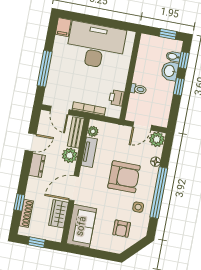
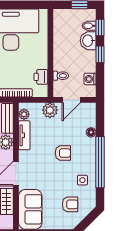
toilet: (138, 89) -> (61, 76), moved
washing machine: (164, 109) -> (90, 79), added
plant: (157, 139) -> (50, 110), moved
armchair: (124, 177) -> (63, 153), width x0.53, depth x0.53
armchair: (122, 229) -> (70, 204), turned -90

